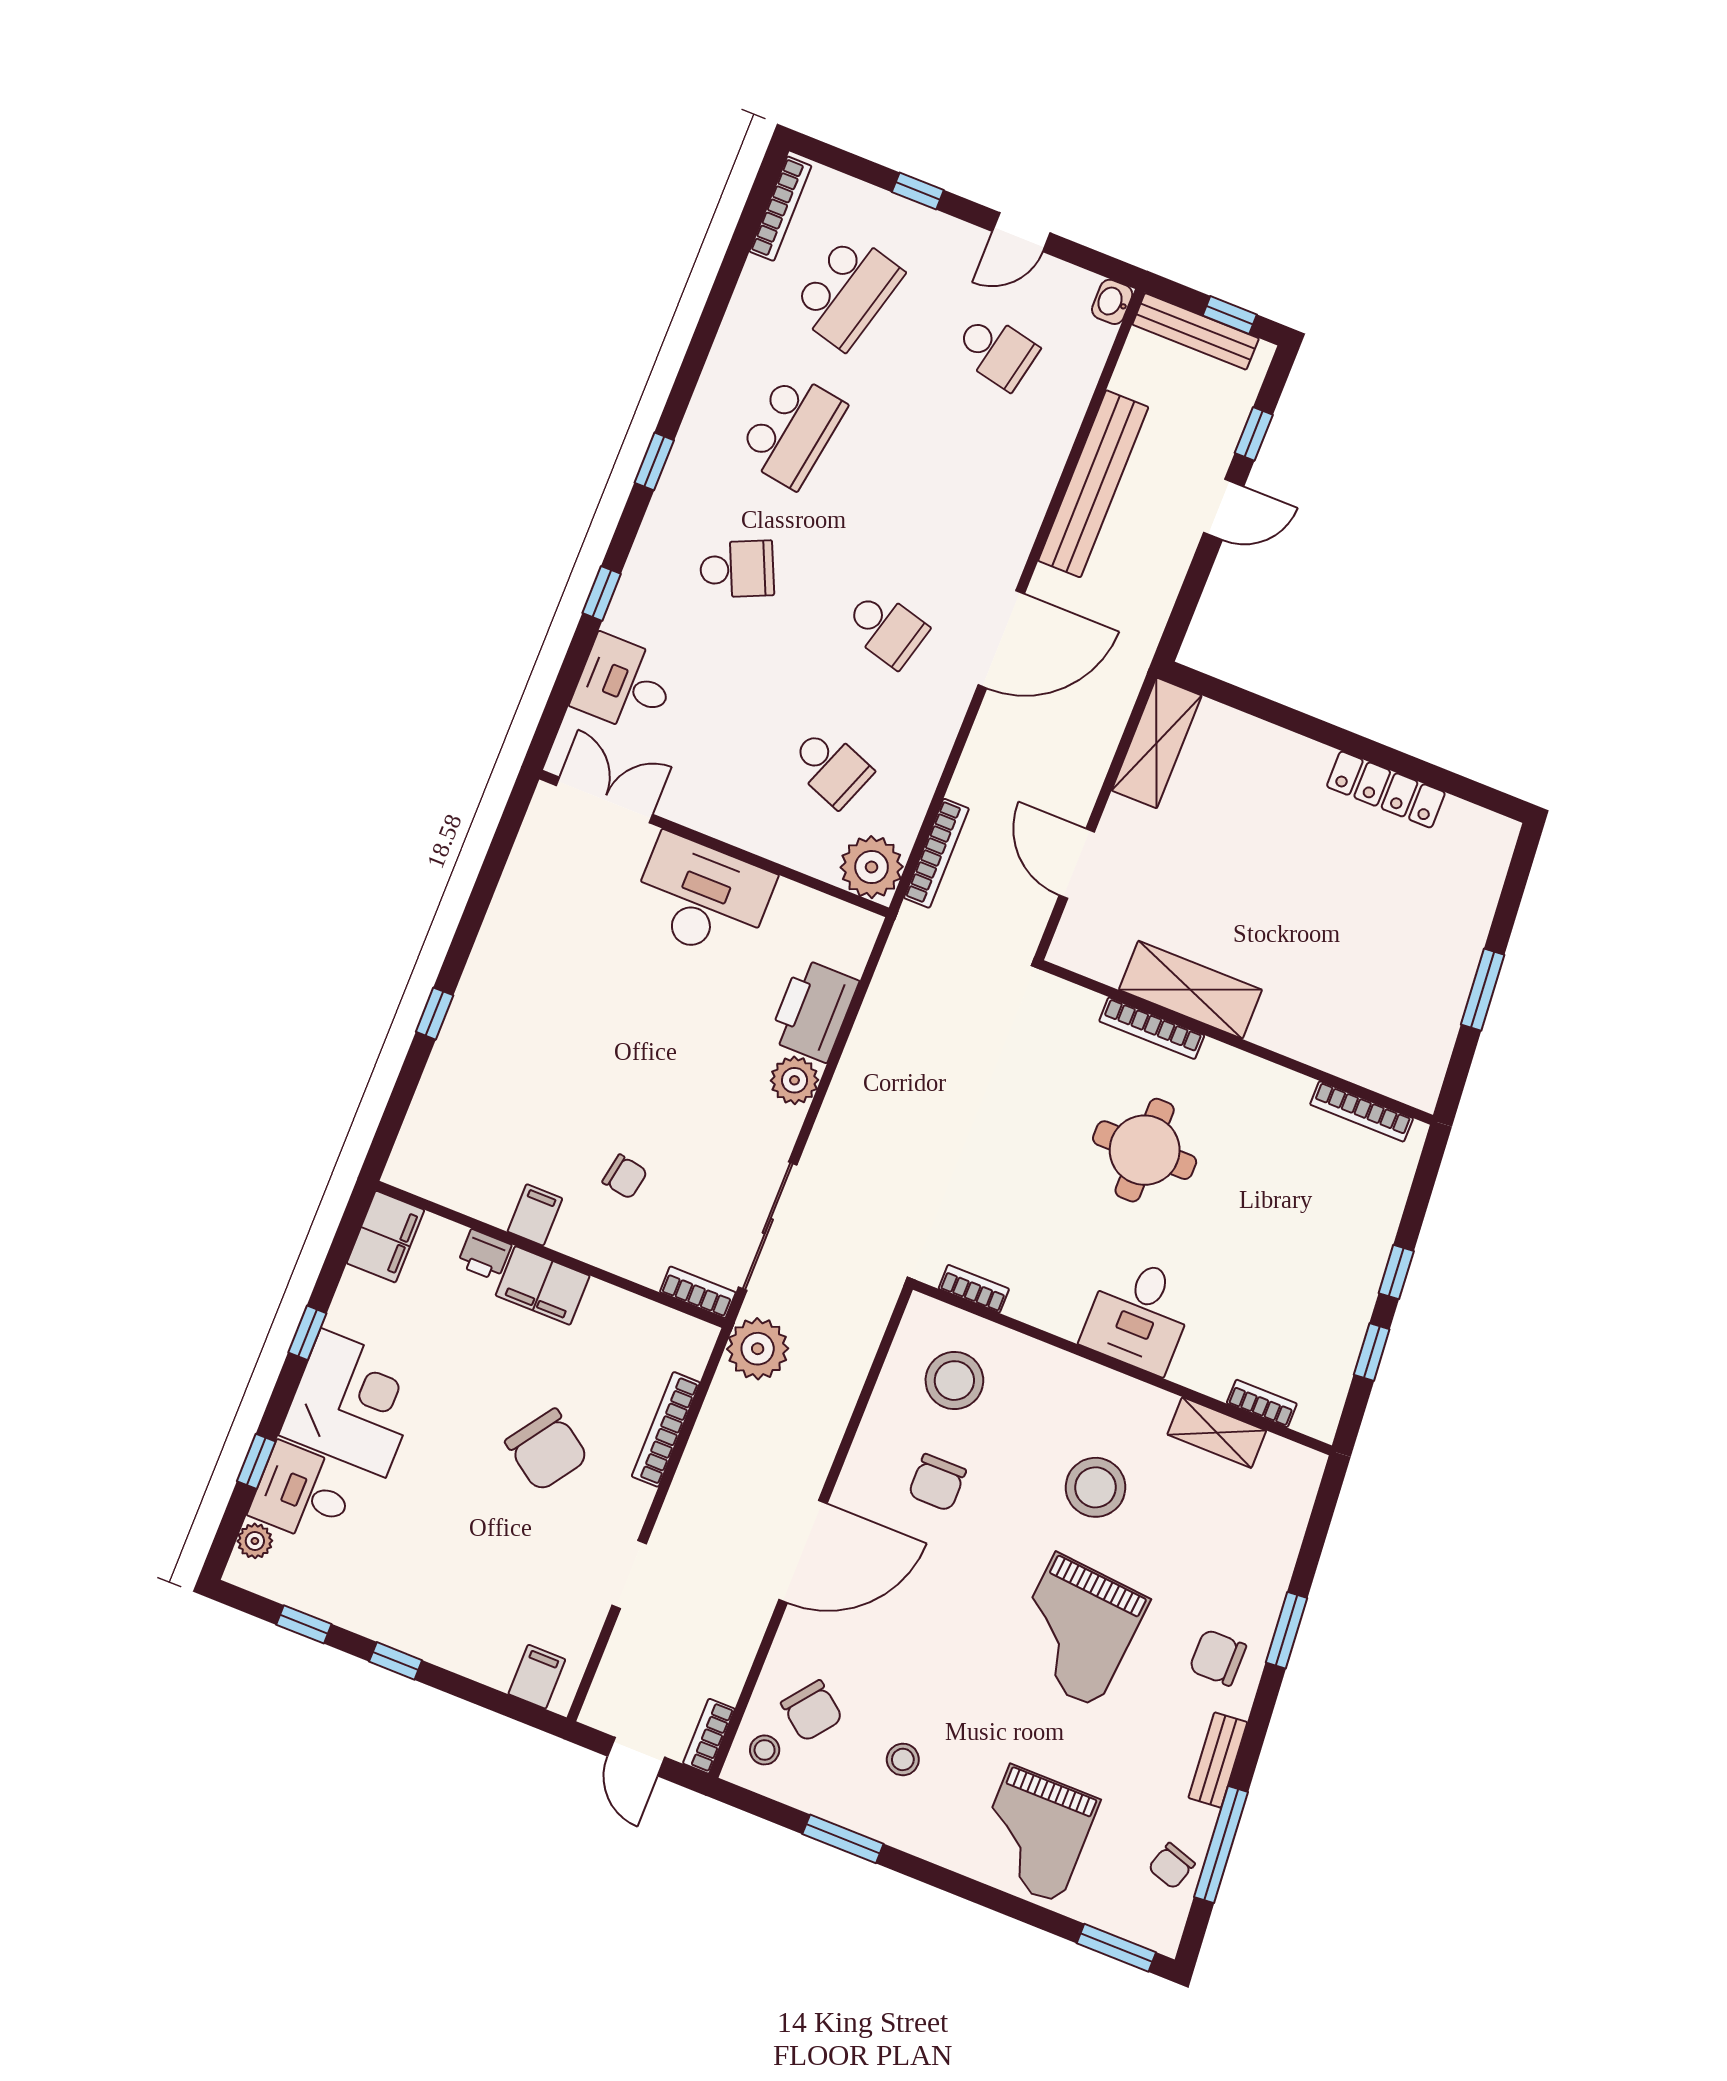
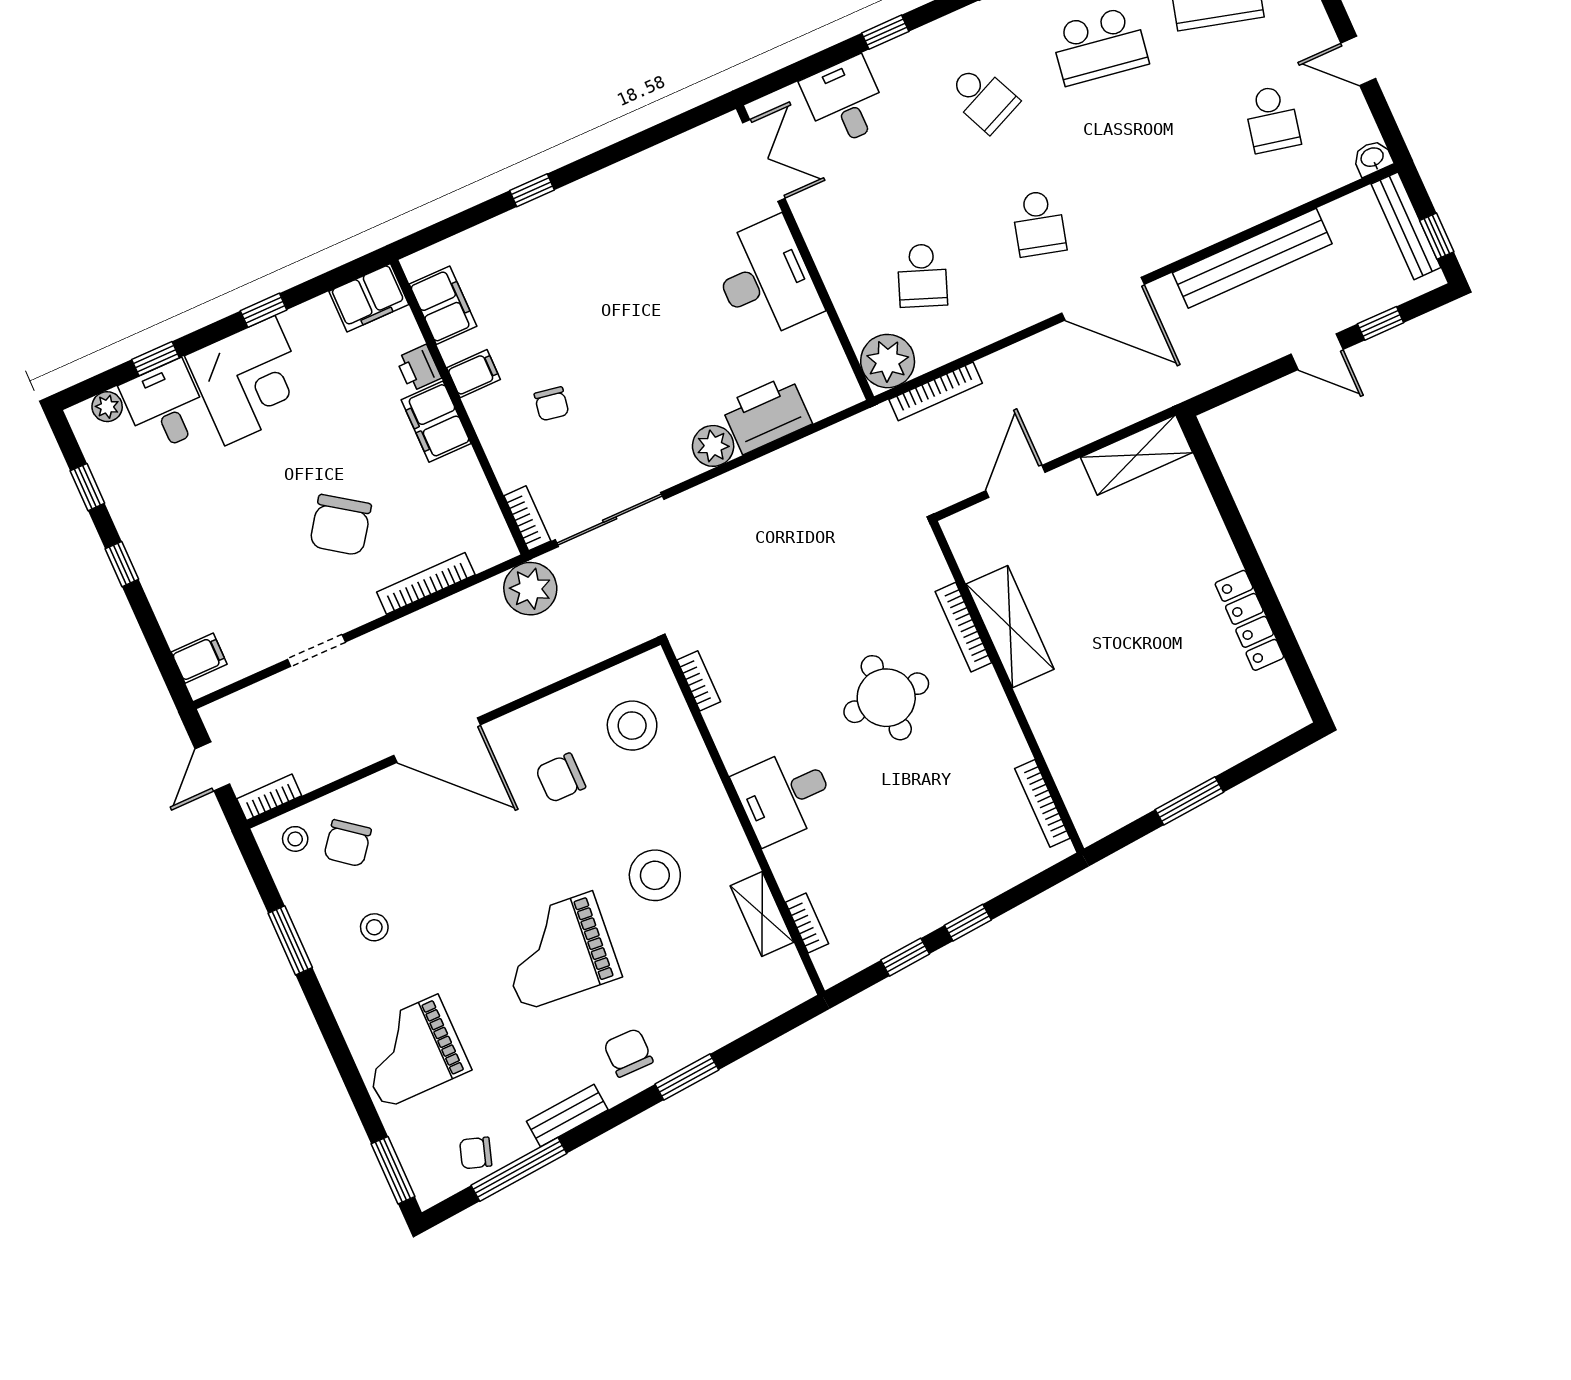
filing cabinet: (454, 1182) -> (443, 305), added

